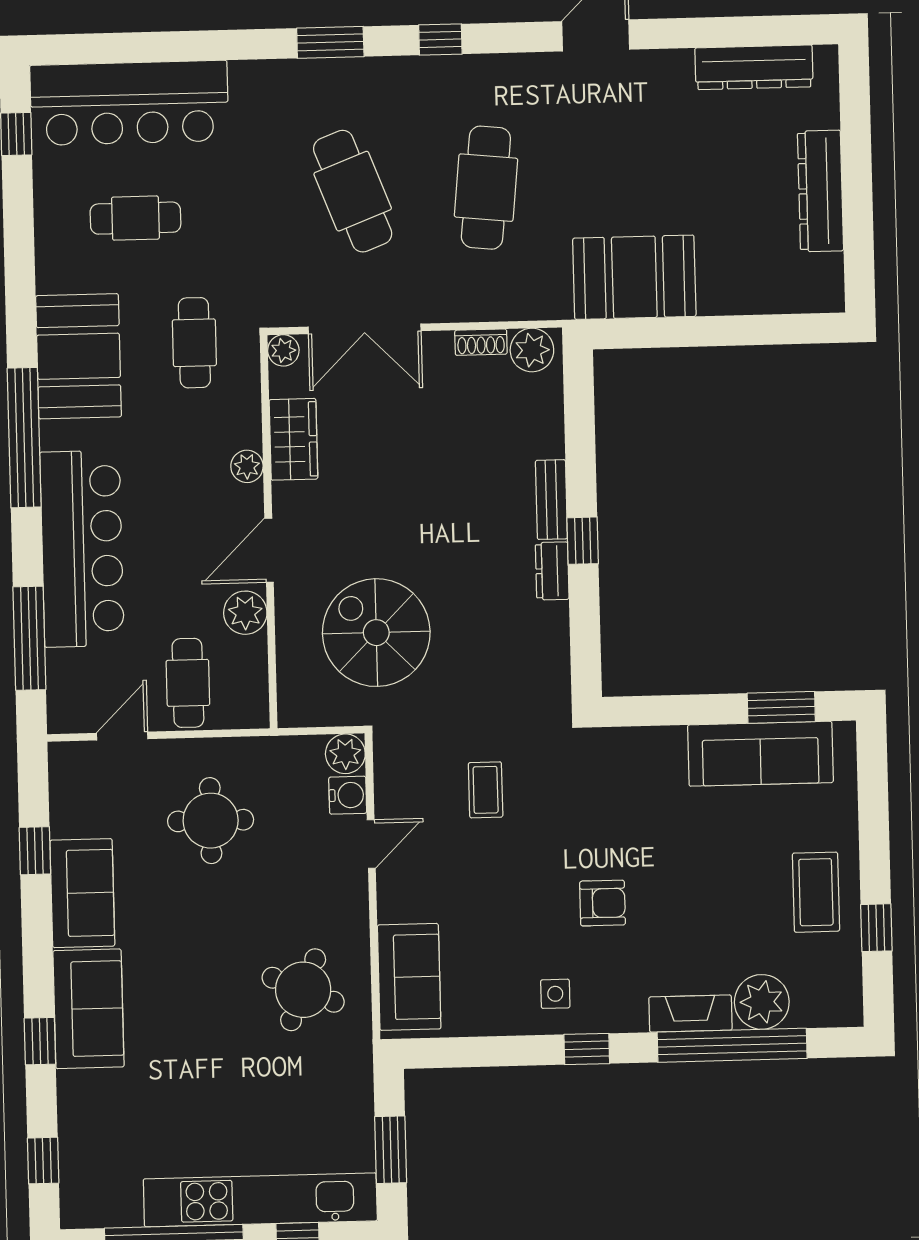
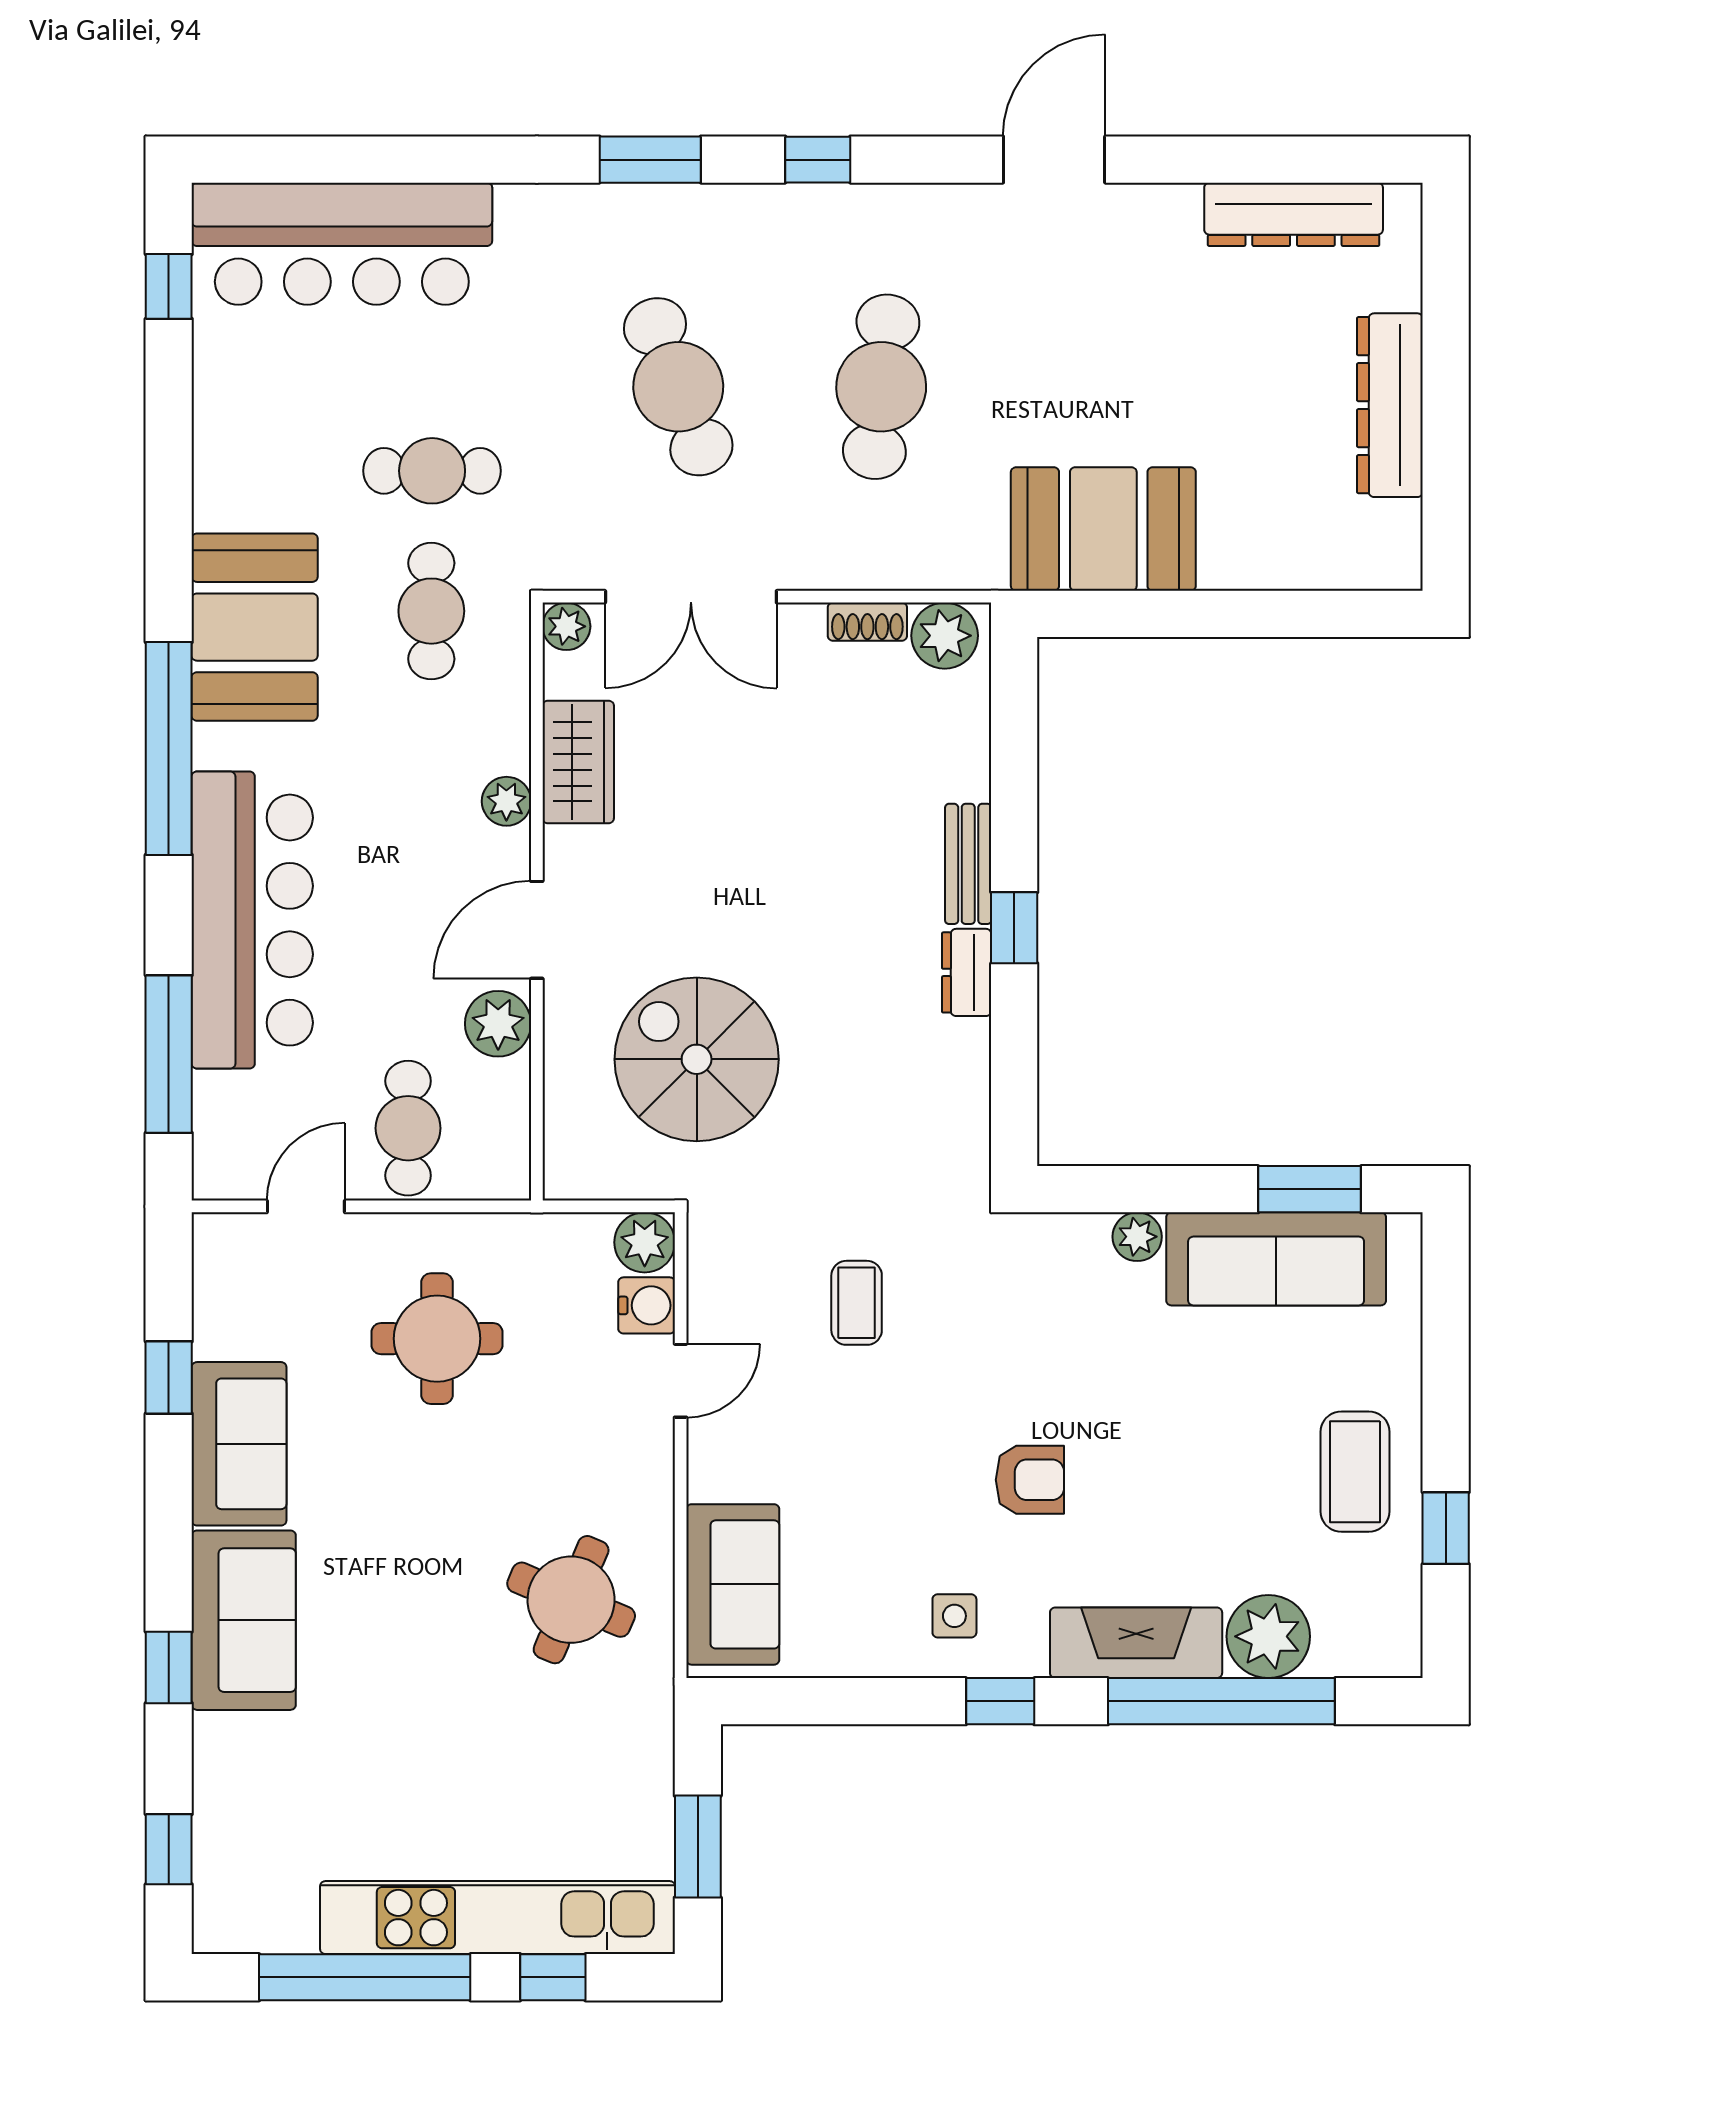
cafe table: (135, 218) -> (432, 471), moved
plant: (669, 742) -> (1137, 1237), added
fireplace: (690, 1014) -> (1136, 1643), width x1.37, depth x1.32

